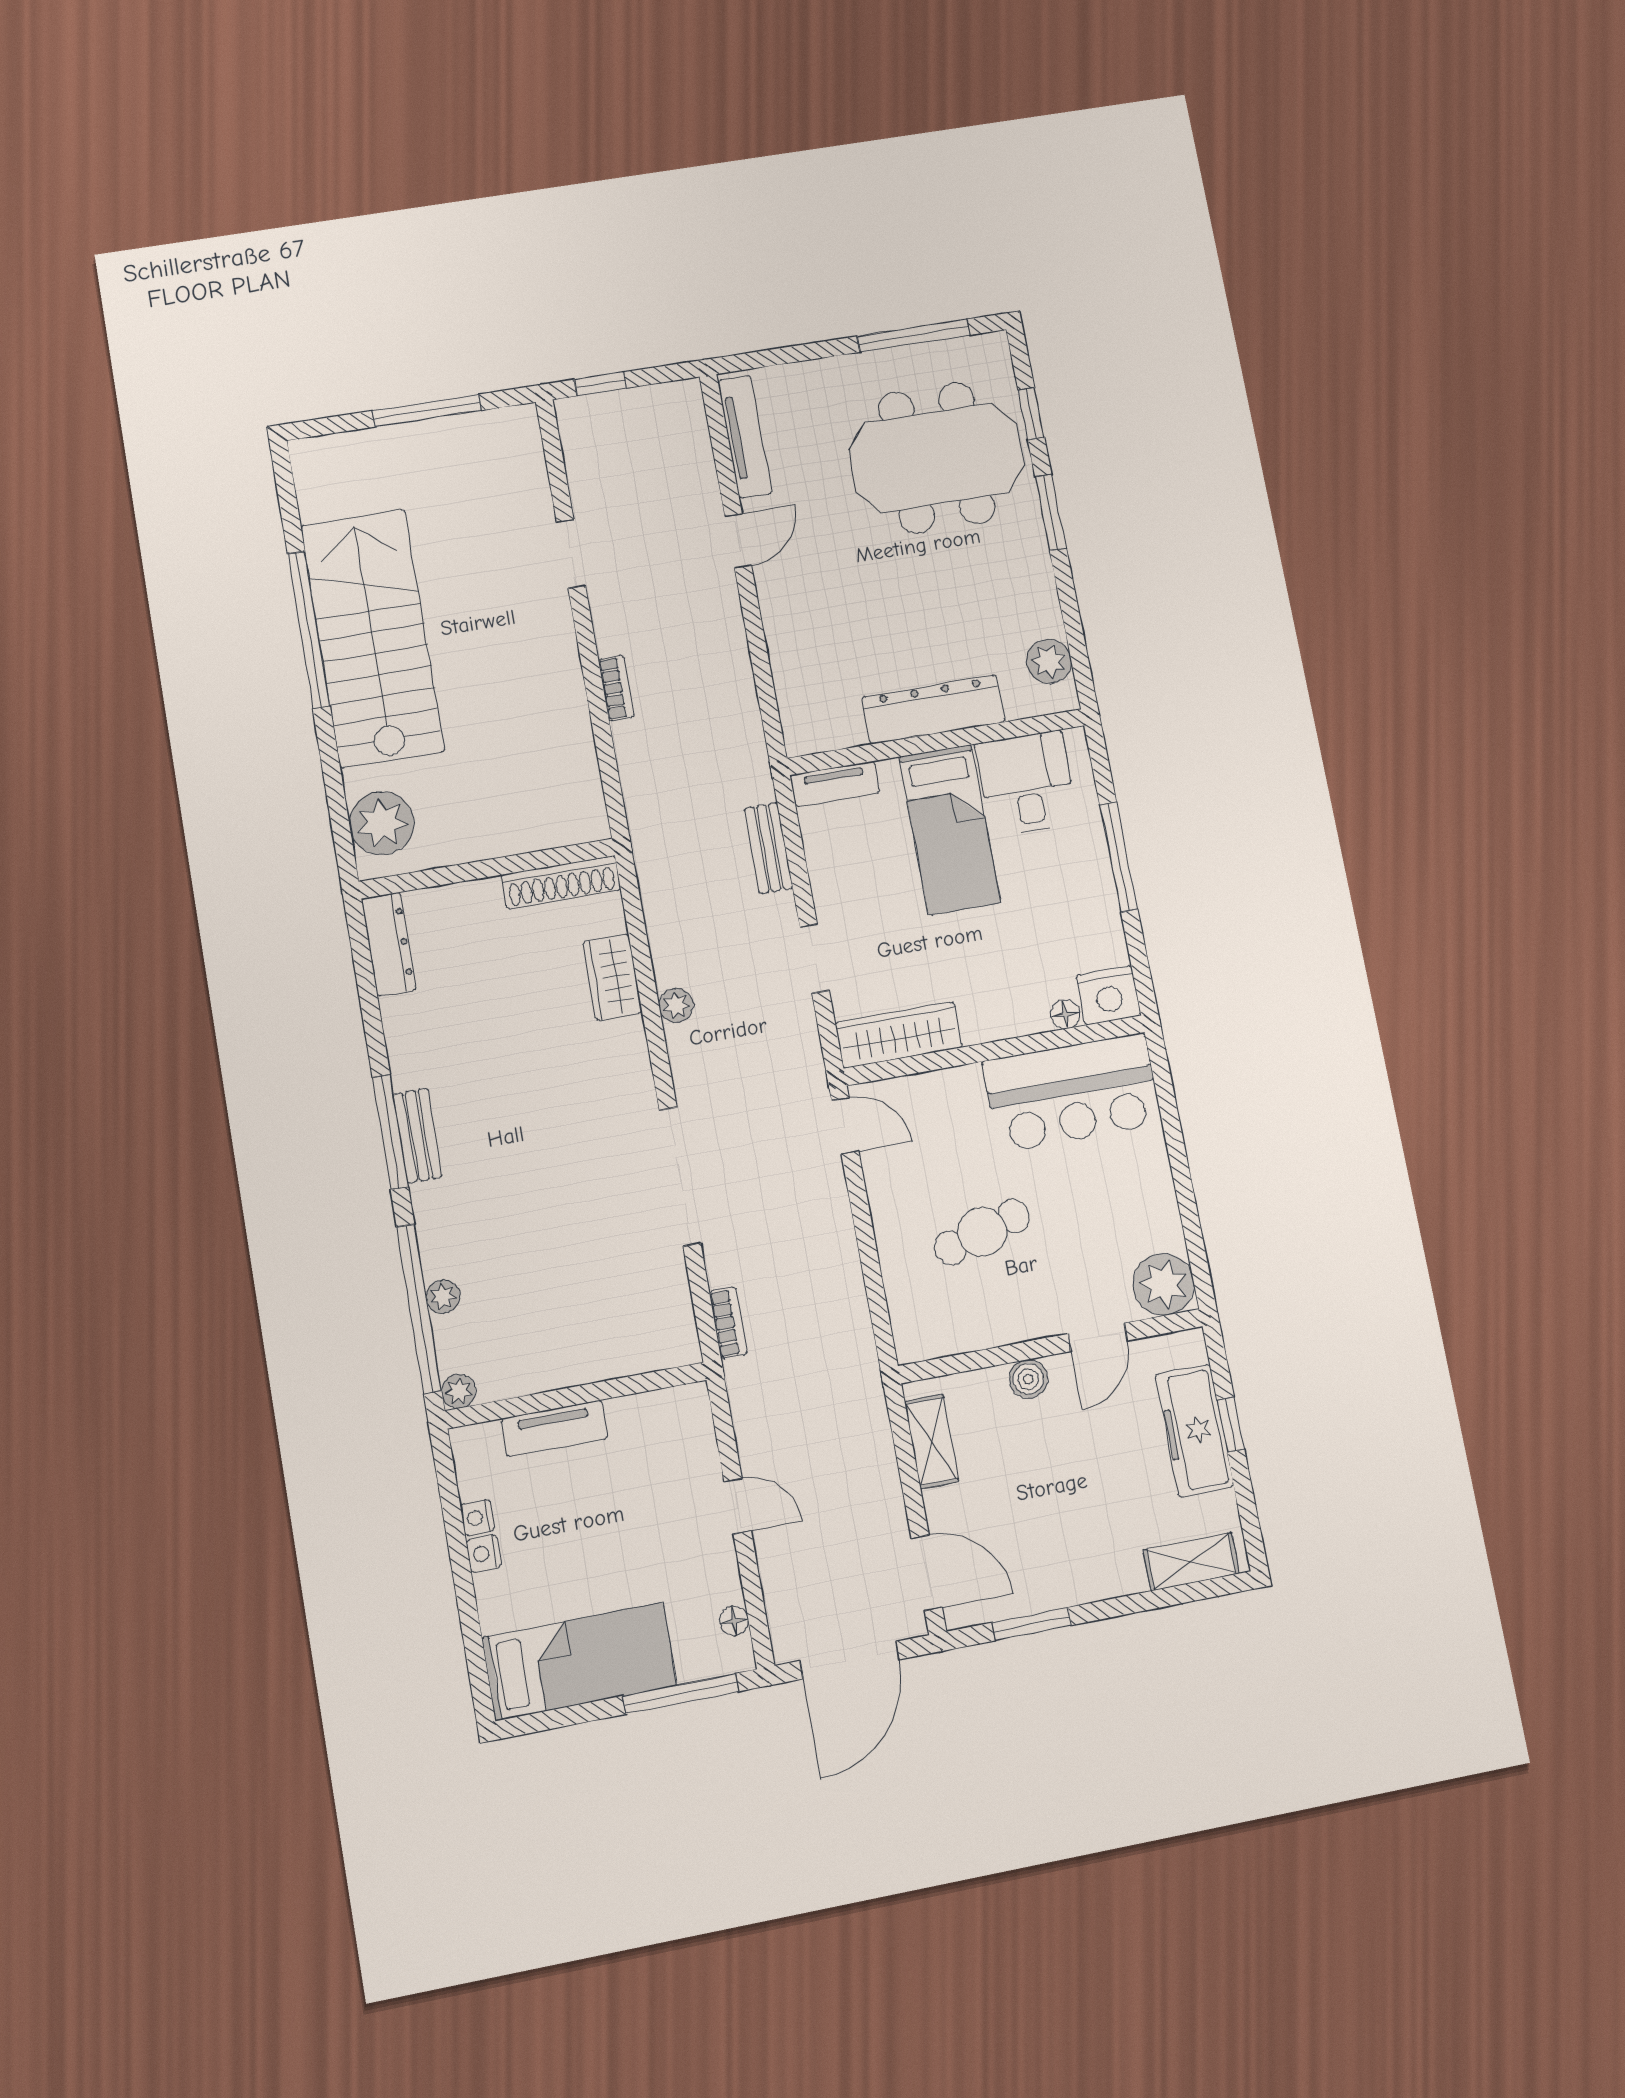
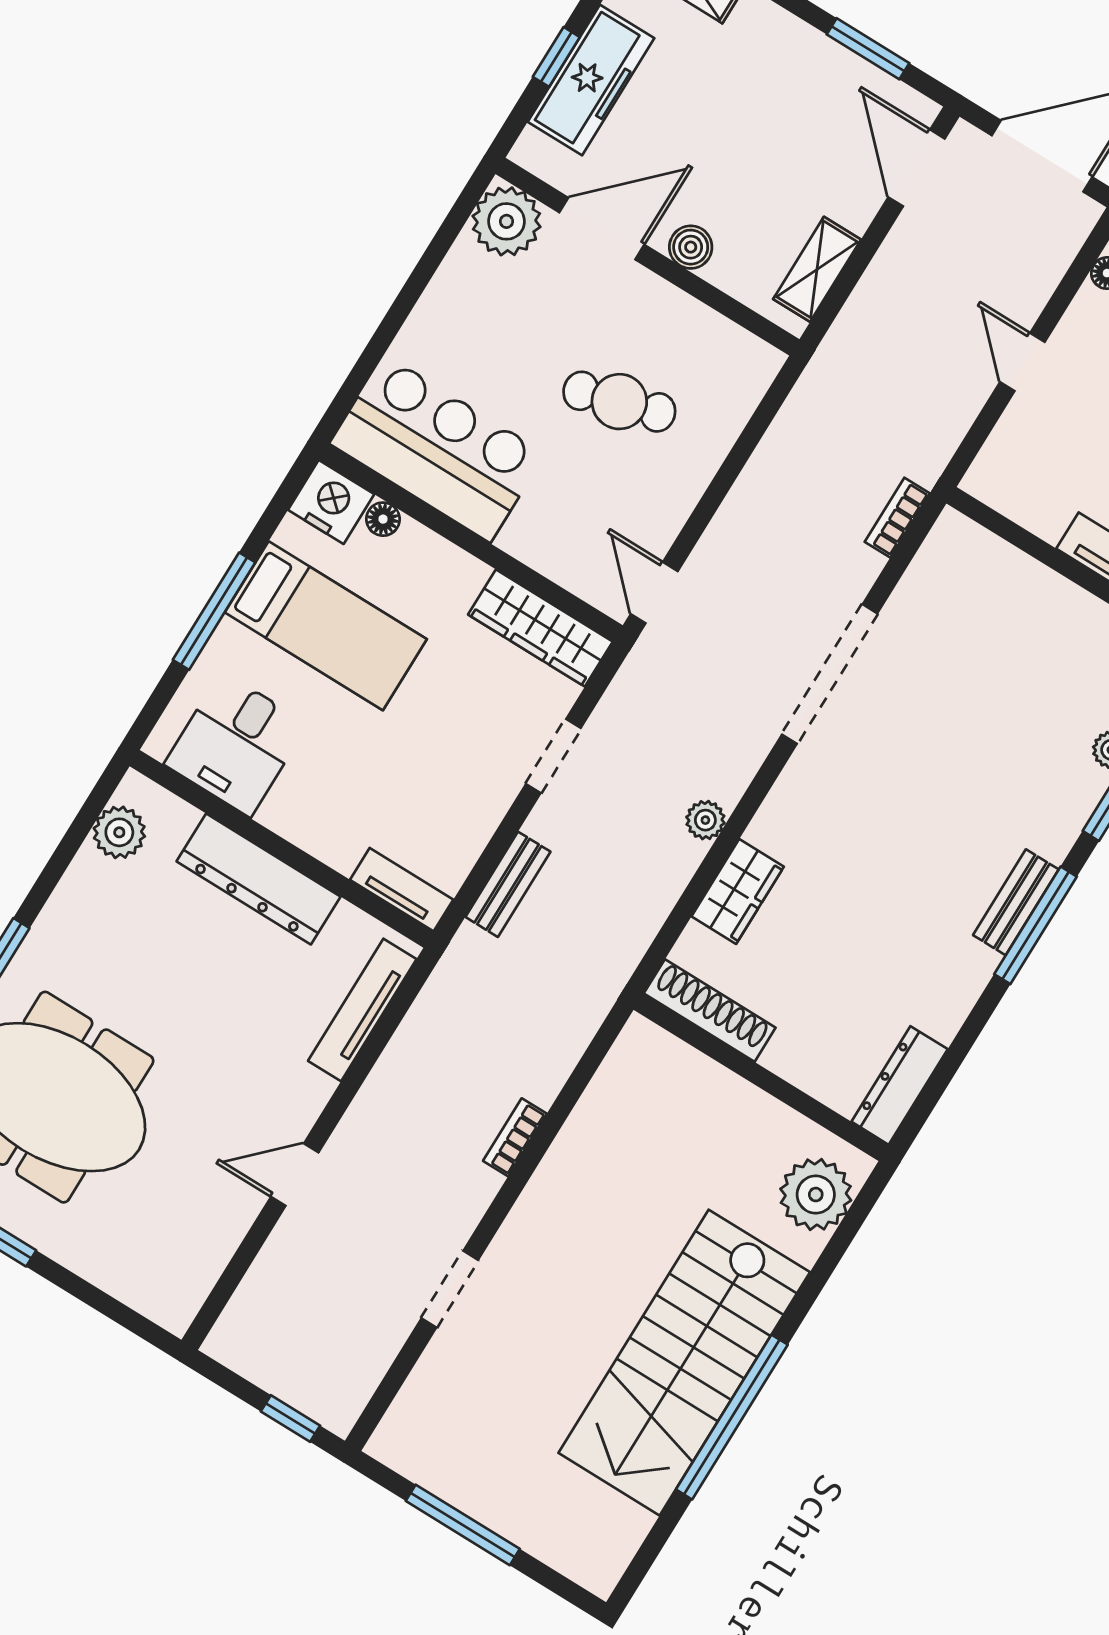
tv unit: (745, 437) -> (362, 1010), moved
bed: (950, 830) -> (326, 626), moved, turned 90
door: (1098, 1337) -> (602, 229), width x1.38

